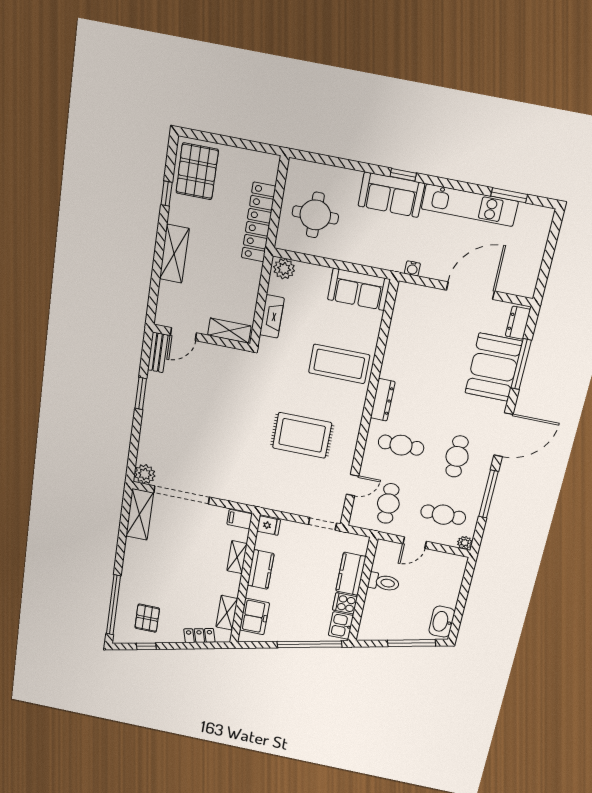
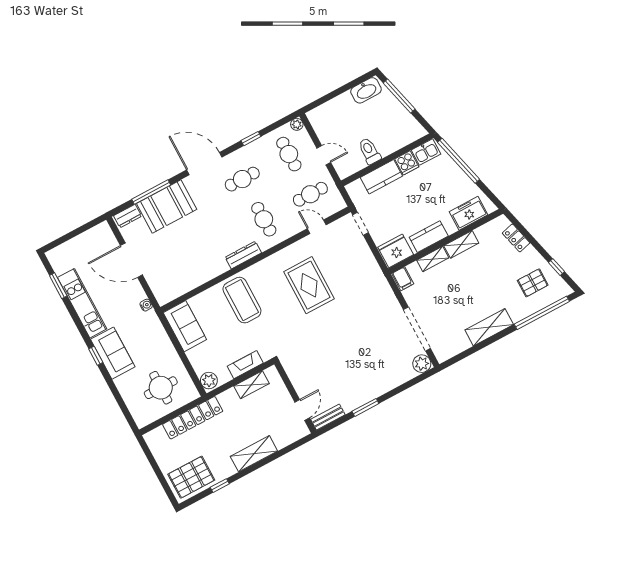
shelving: (229, 331) -> (251, 385), moved, turned 90
door: (183, 334) -> (302, 410), hinge flipped
window: (488, 494) -> (251, 139), width x0.46
shelving: (140, 514) -> (489, 327), moved
fridge: (269, 526) -> (396, 251), width x1.88, depth x1.34
shelving: (227, 613) -> (461, 244), moved

